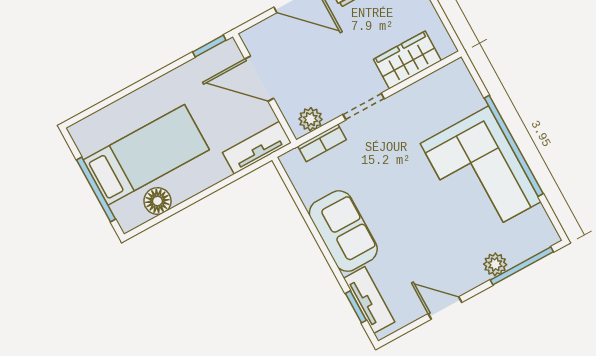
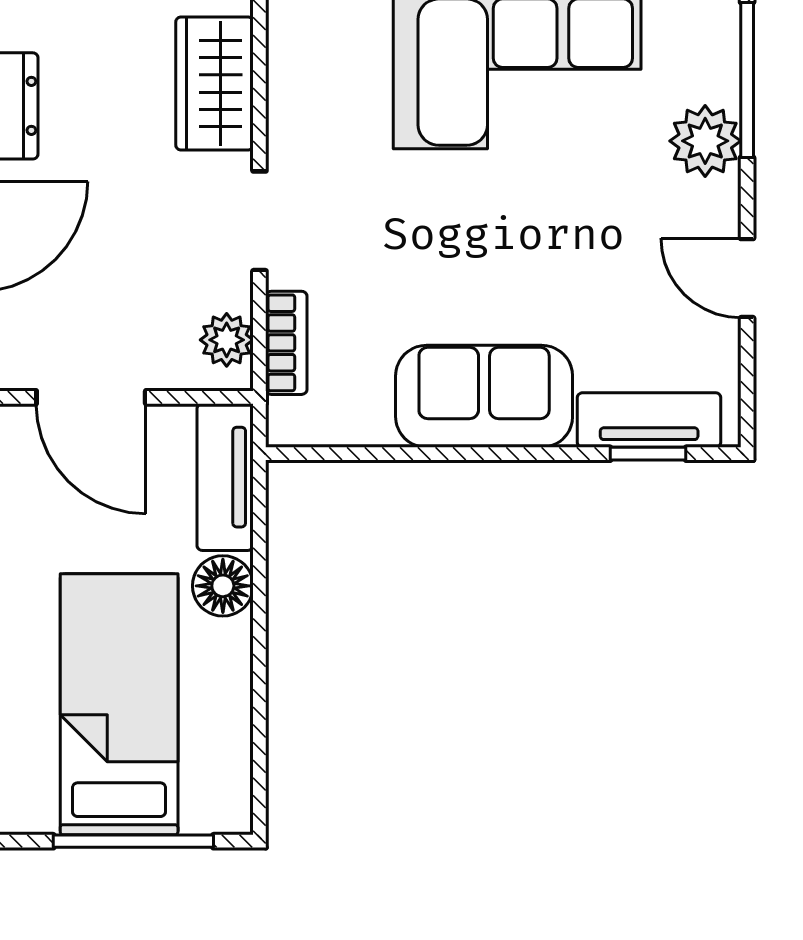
door: (259, 79) -> (91, 397), hinge flipped
floor lamp: (157, 201) -> (223, 586), moved
plant: (495, 264) -> (705, 141), width x1.38, depth x1.38
door: (445, 308) -> (747, 278), hinge flipped

